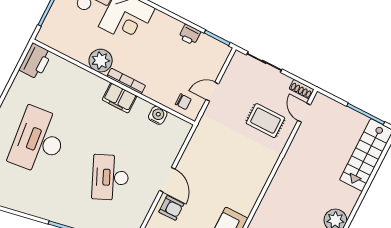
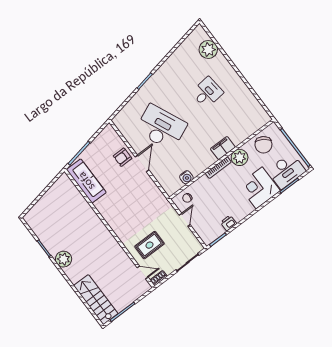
chair: (70, 38) -> (263, 145), added
printer: (35, 61) -> (259, 115), removed
filing cabinet: (120, 98) -> (223, 148), moved
desk: (39, 141) -> (207, 93), width x0.53, depth x0.77
desk: (110, 177) -> (161, 127), width x1.36, depth x1.30
door: (167, 180) -> (142, 163), swing flipped

